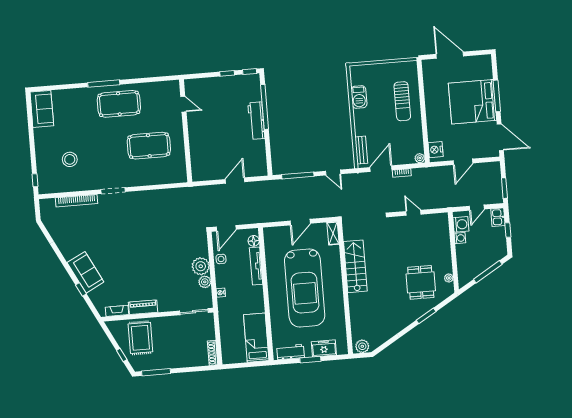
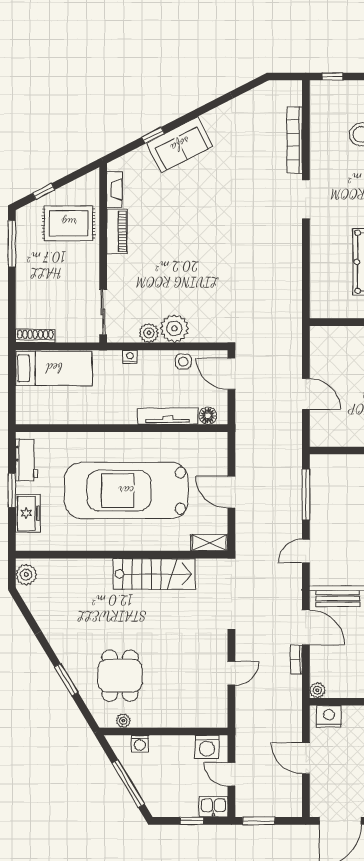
washing machine: (460, 238) -> (140, 744), moved
dining table: (421, 282) -> (120, 676), turned 90
bed: (256, 338) -> (54, 368), moved

